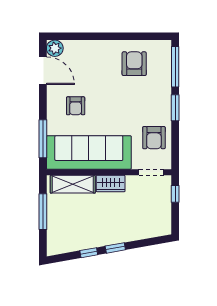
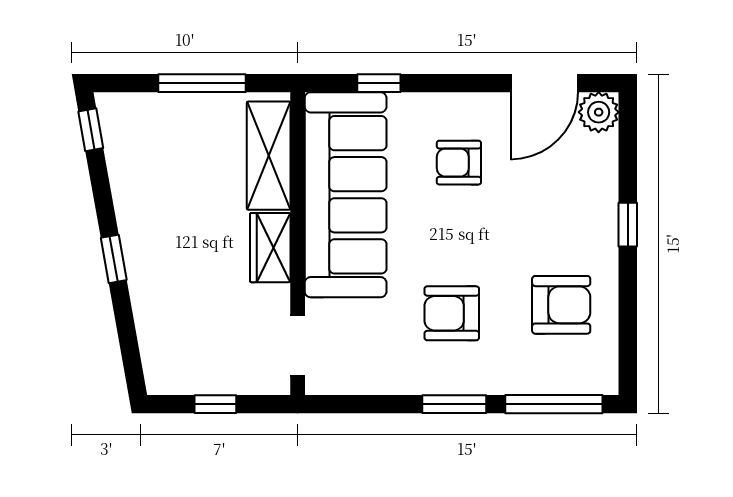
window: (101, 36) -> (628, 225), added
armchair: (154, 138) -> (452, 313), moved
window: (43, 139) -> (379, 83), width x0.46
window: (175, 194) -> (215, 404), moved
window: (89, 253) -> (91, 130), moved

